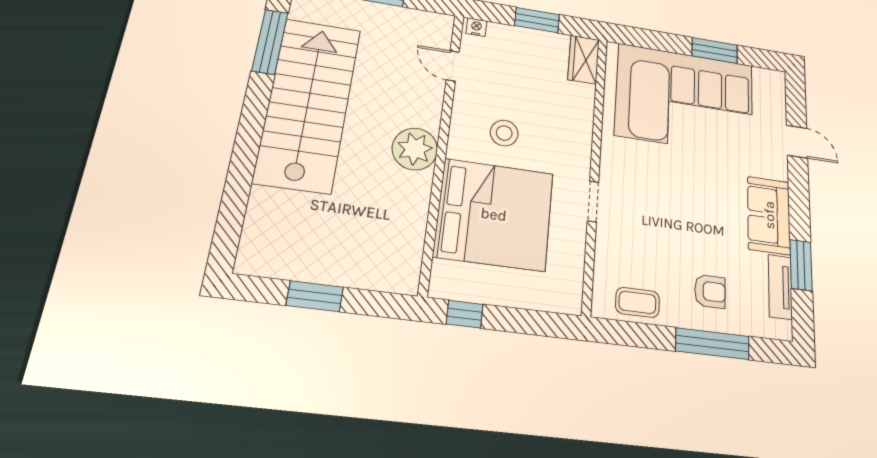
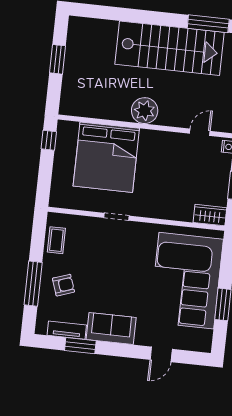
stool: (504, 133) -> (157, 164), removed
armchair: (710, 291) -> (63, 285), turned -109

